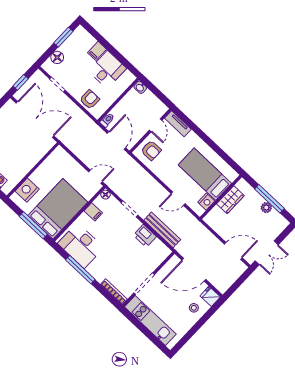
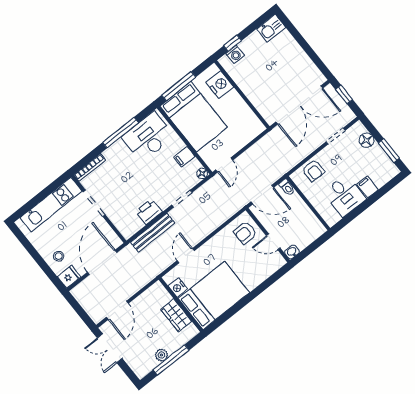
washbasin: (140, 87) -> (292, 252), moved
tv unit: (178, 124) -> (271, 268), removed
bed: (205, 174) -> (214, 295), width x1.50

